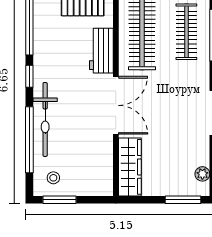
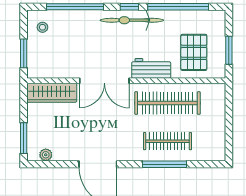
bicycle: (45, 119) -> (132, 20), moved
window: (59, 200) -> (24, 53), moved

